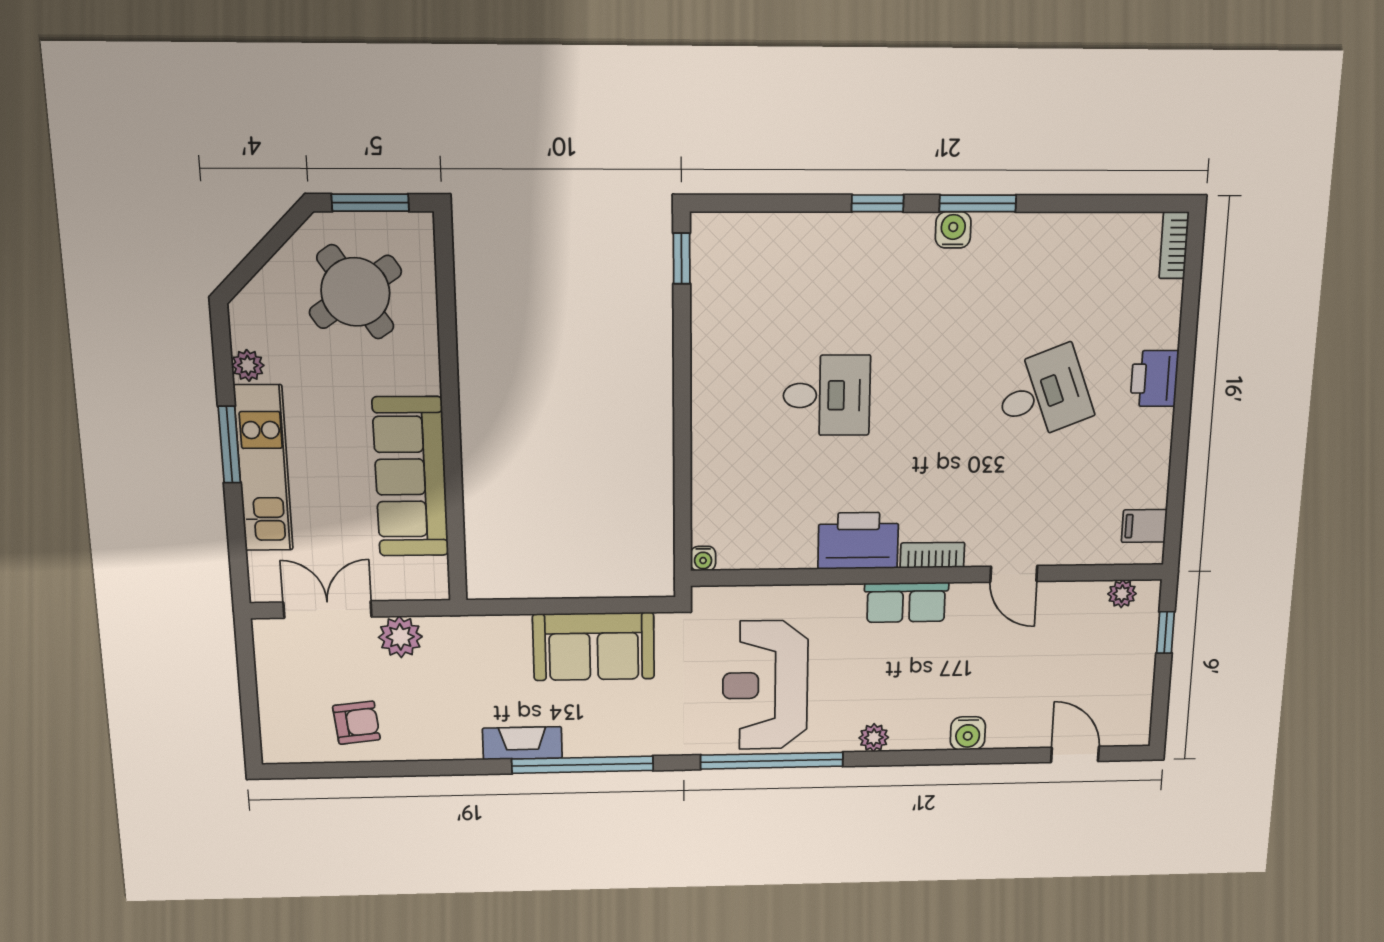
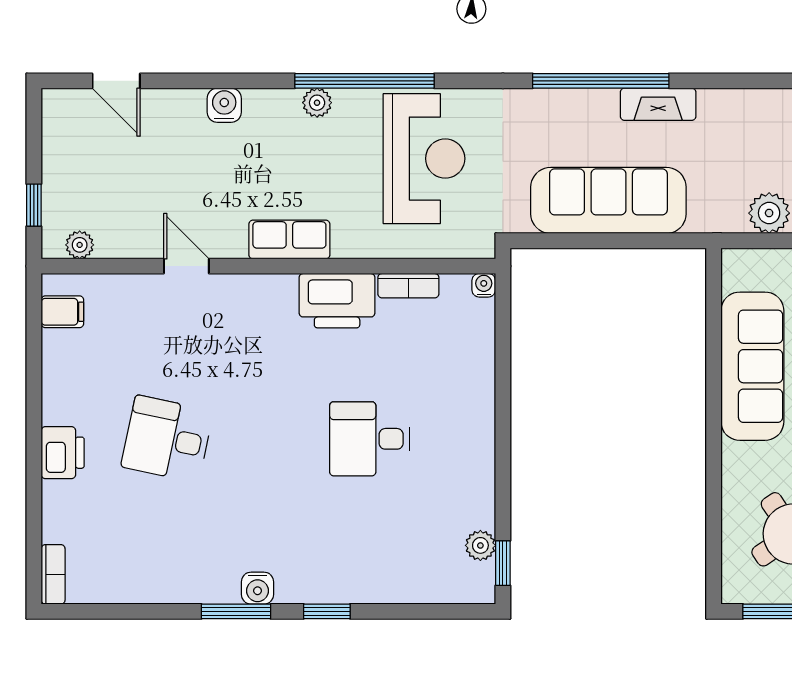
plant: (707, 278) -> (480, 545), added
desk: (1043, 394) -> (167, 439), turned 33
bookcase: (932, 555) -> (408, 286), moved
sofa: (594, 646) -> (608, 200), width x1.36
window: (772, 761) -> (365, 81), moved

